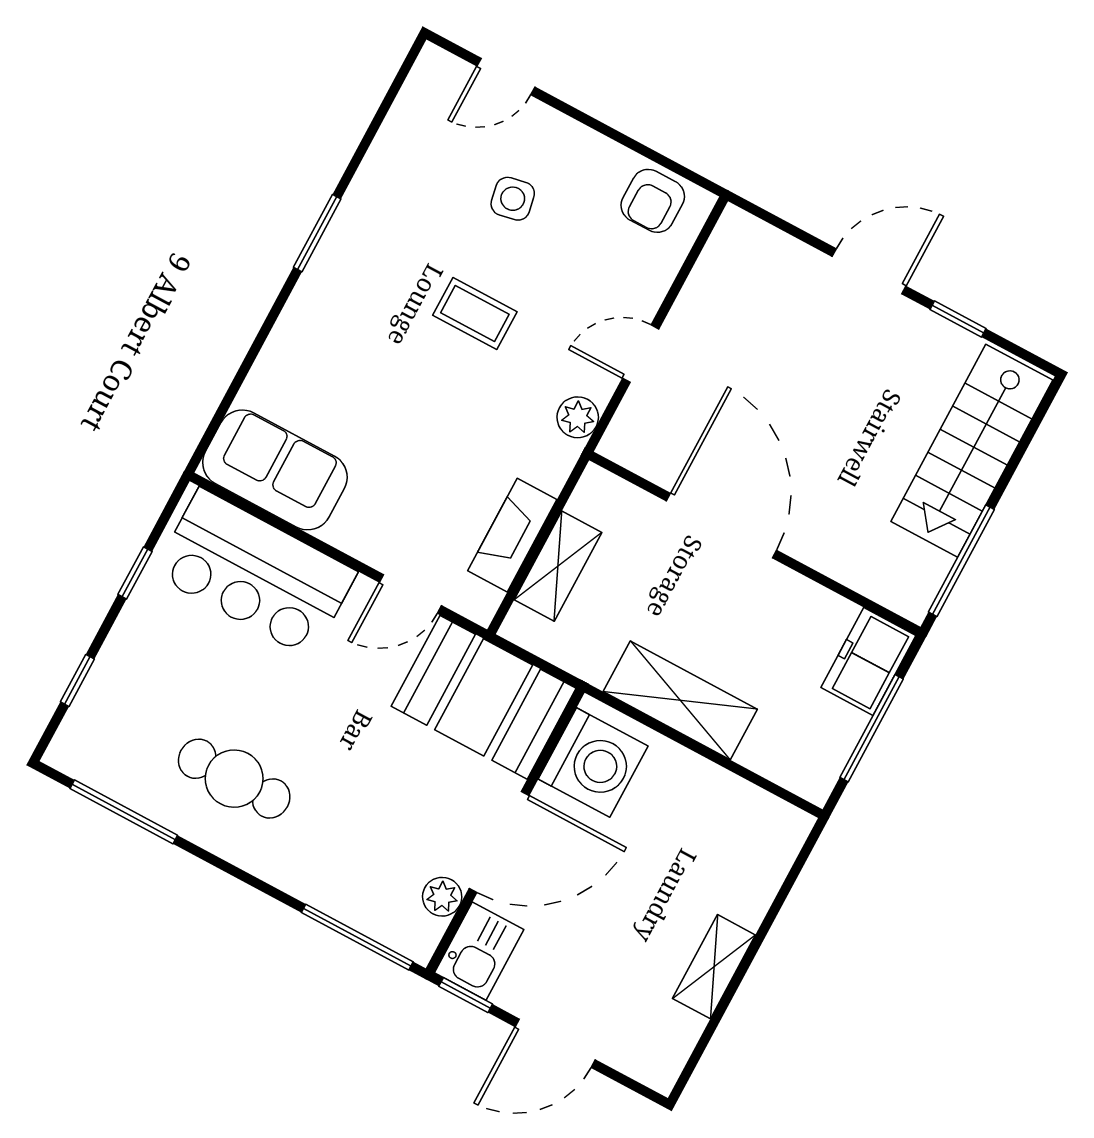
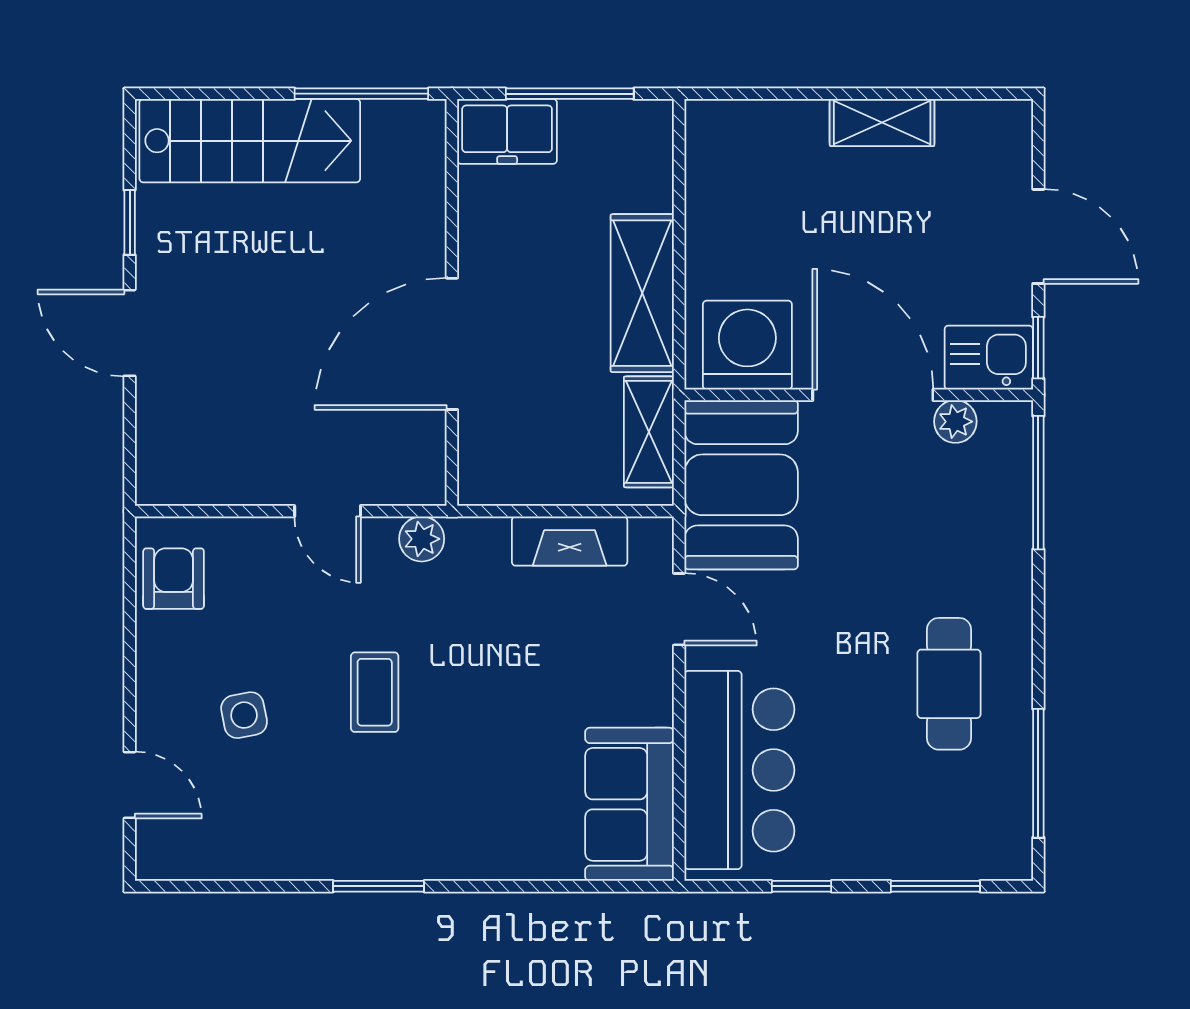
armchair: (653, 201) -> (174, 579), turned -90
shelving: (558, 566) -> (649, 432), moved, turned 90
window: (77, 680) -> (935, 886), width x1.50

